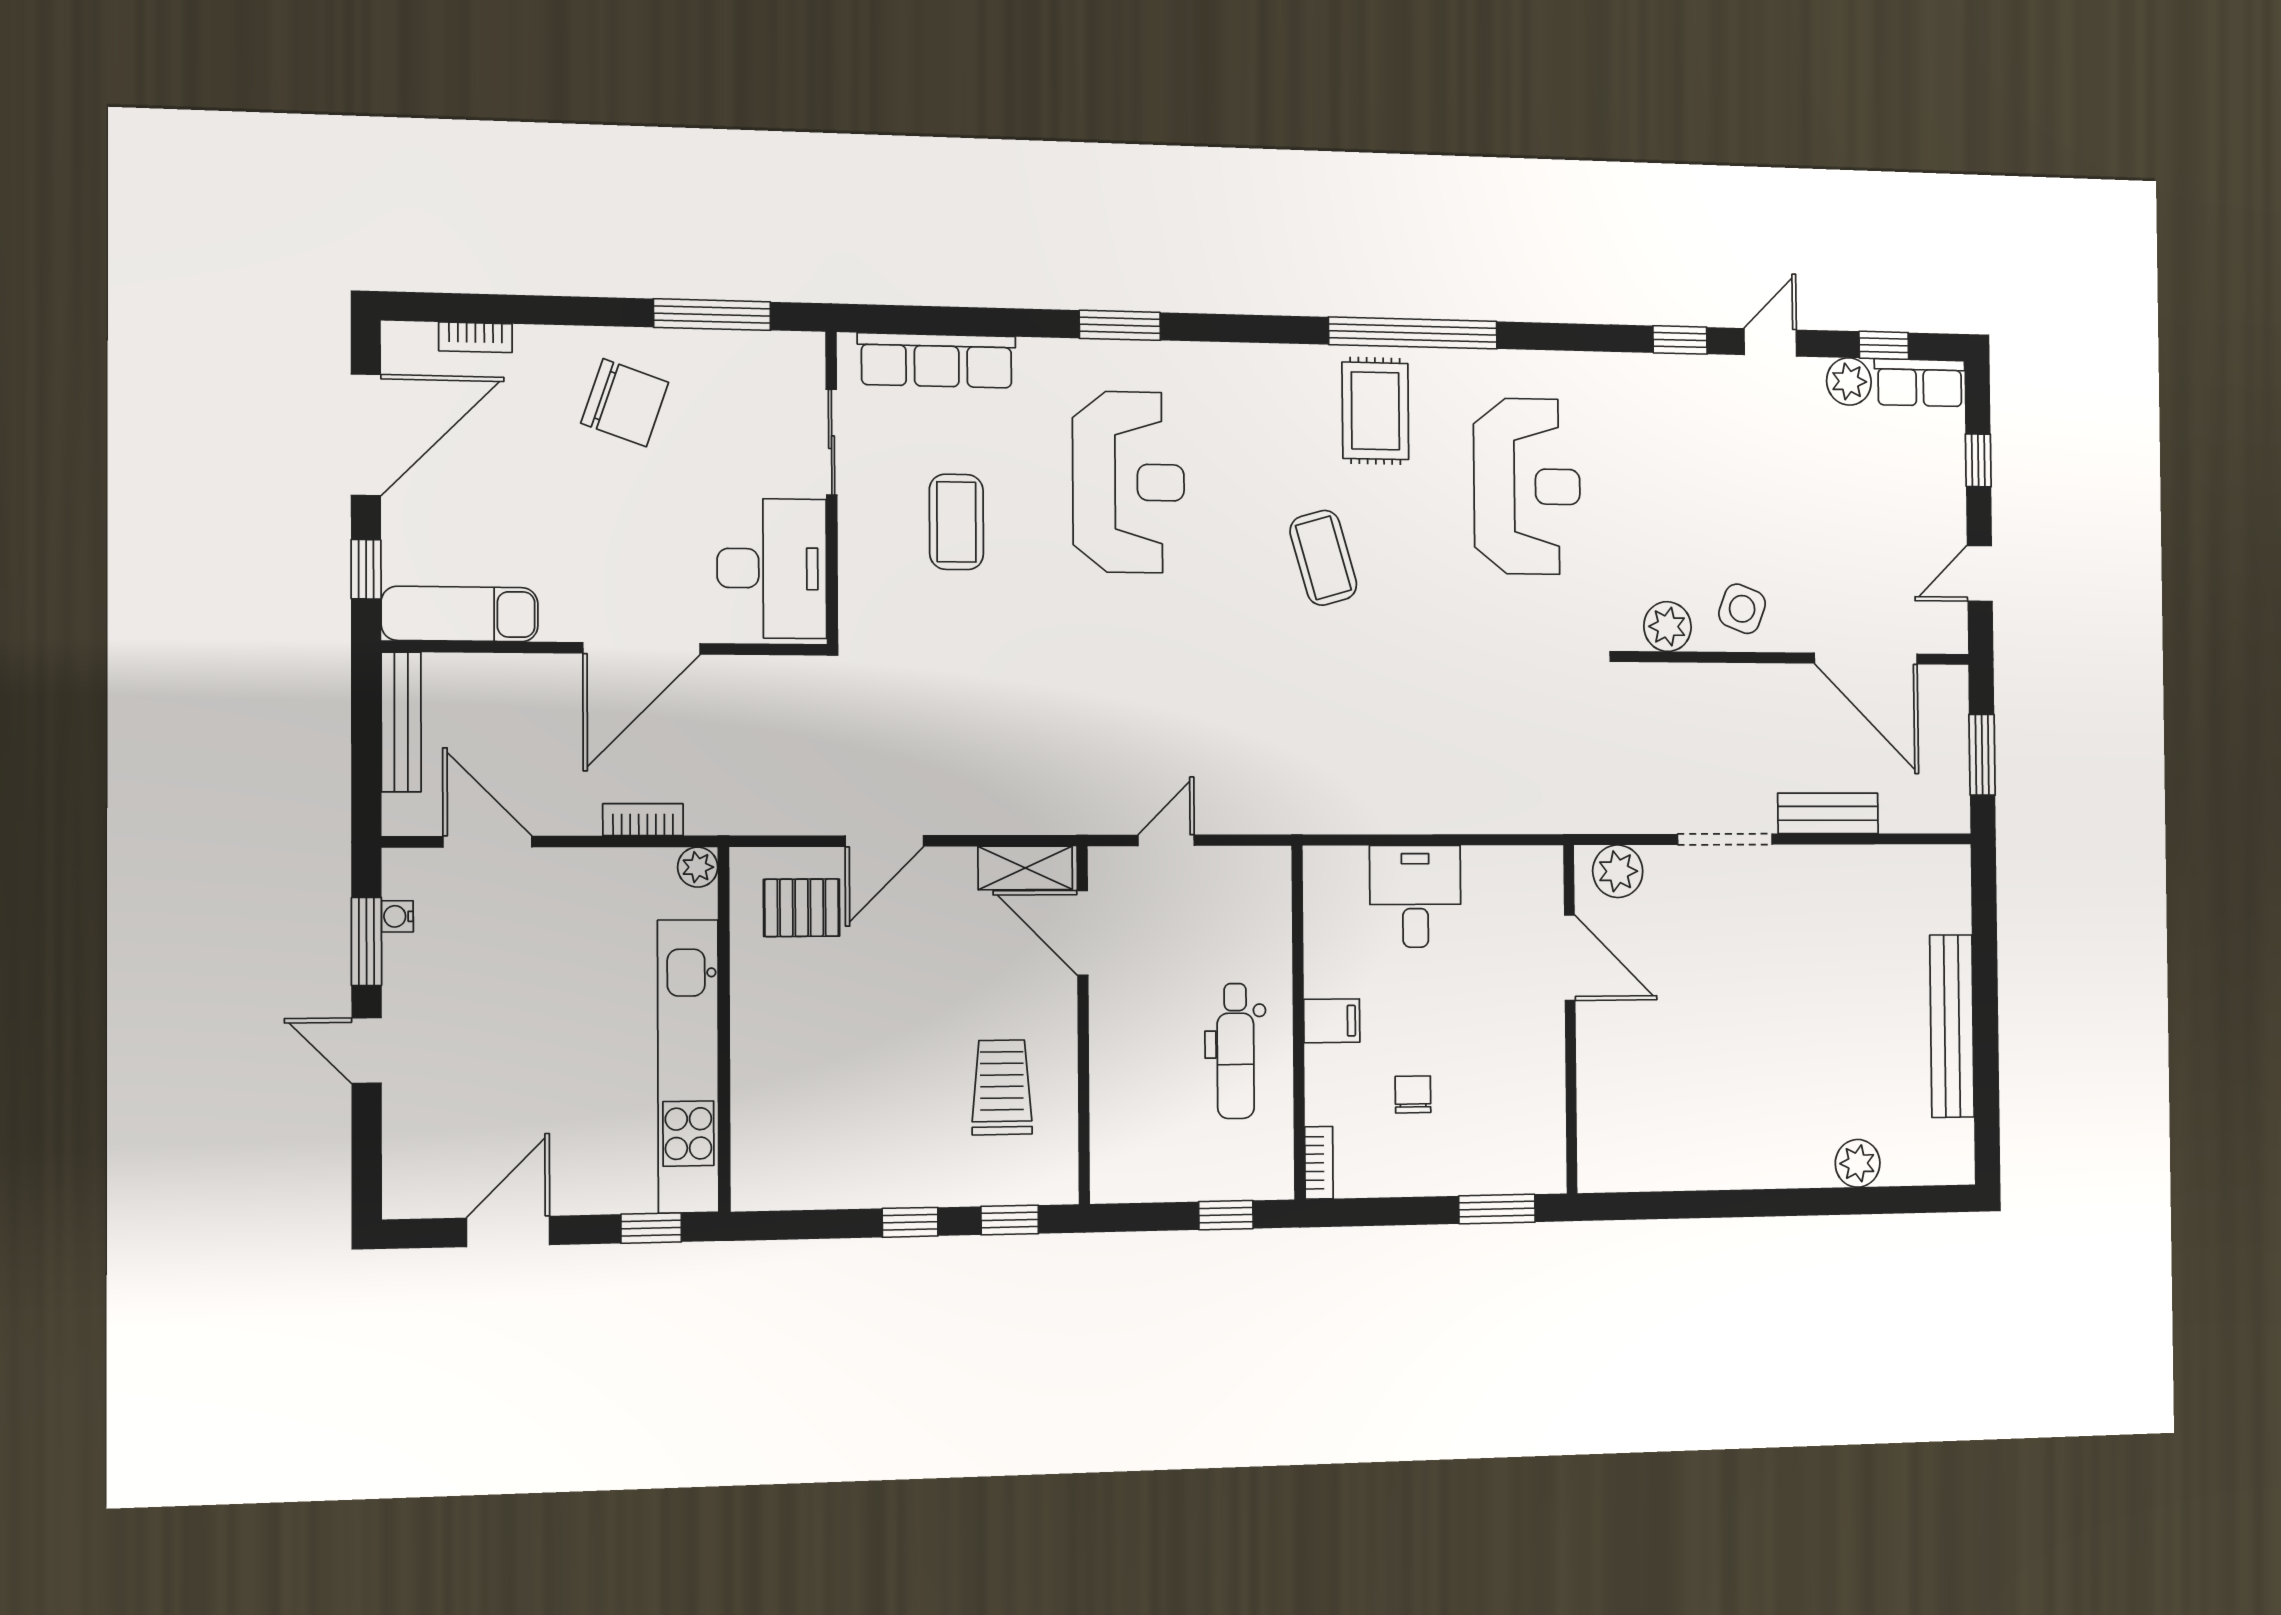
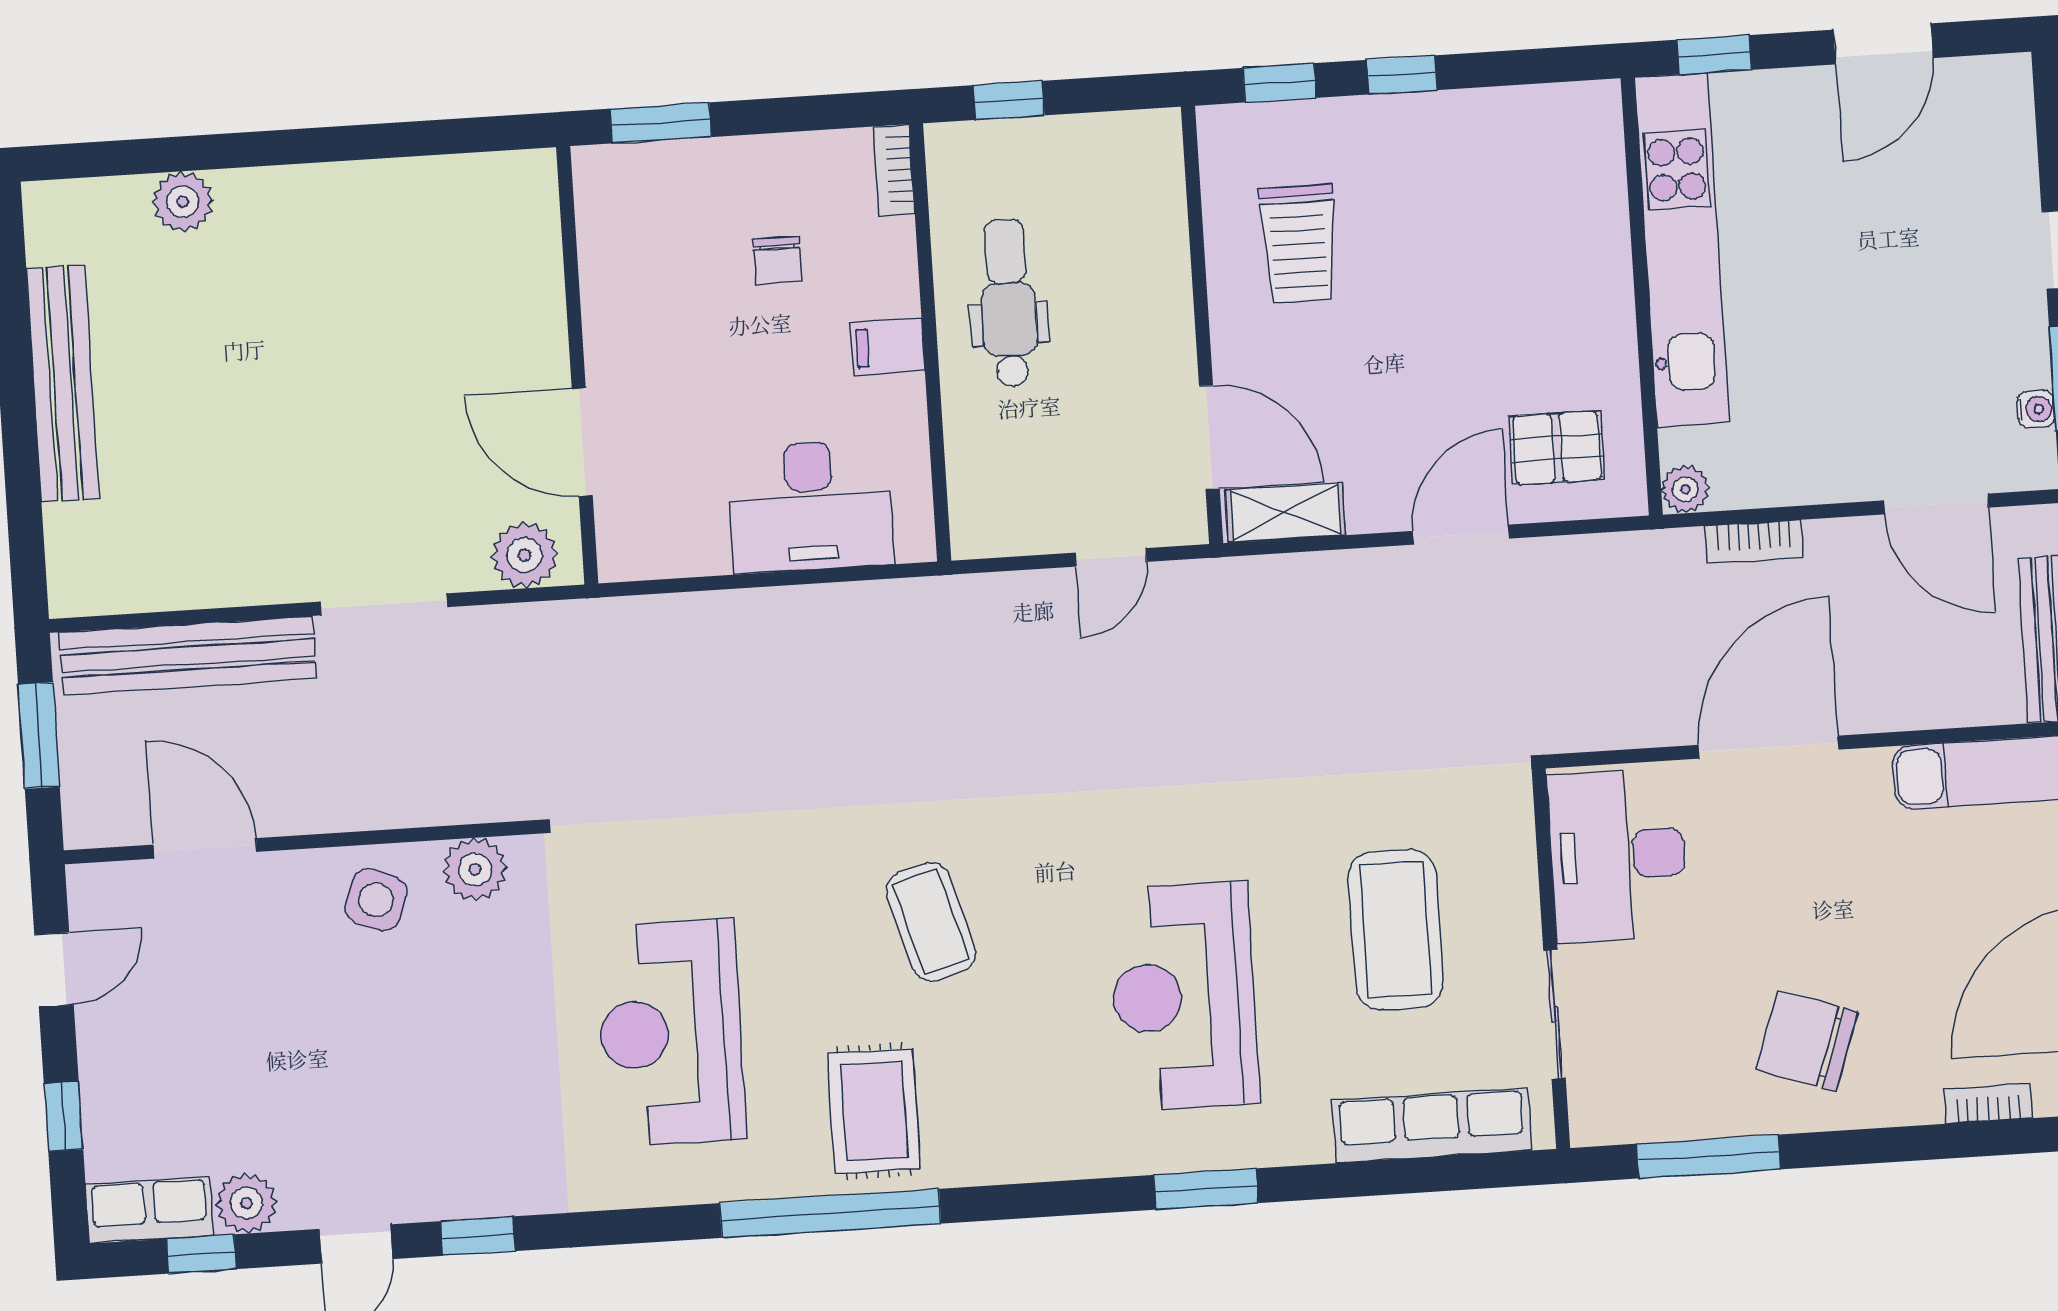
coffee table: (956, 522) -> (1396, 930), width x1.36, depth x1.32
door: (1866, 659) -> (205, 848), width x0.73
bench: (1828, 813) -> (188, 656), width x1.86, depth x1.21
desk: (1415, 896) -> (810, 506), width x1.37

